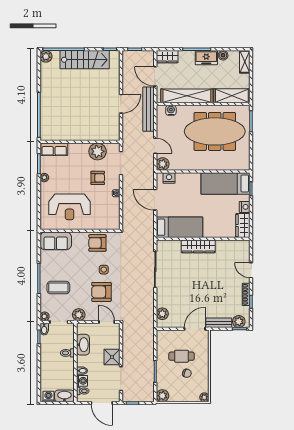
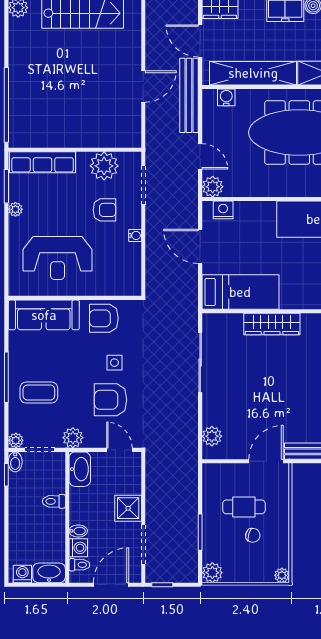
row of seats: (54, 149) -> (43, 162), width x1.48
sofa: (56, 241) -> (44, 315), width x1.36
washbasin: (83, 345) -> (80, 469), moved
door: (102, 403) -> (111, 585), swing flipped

